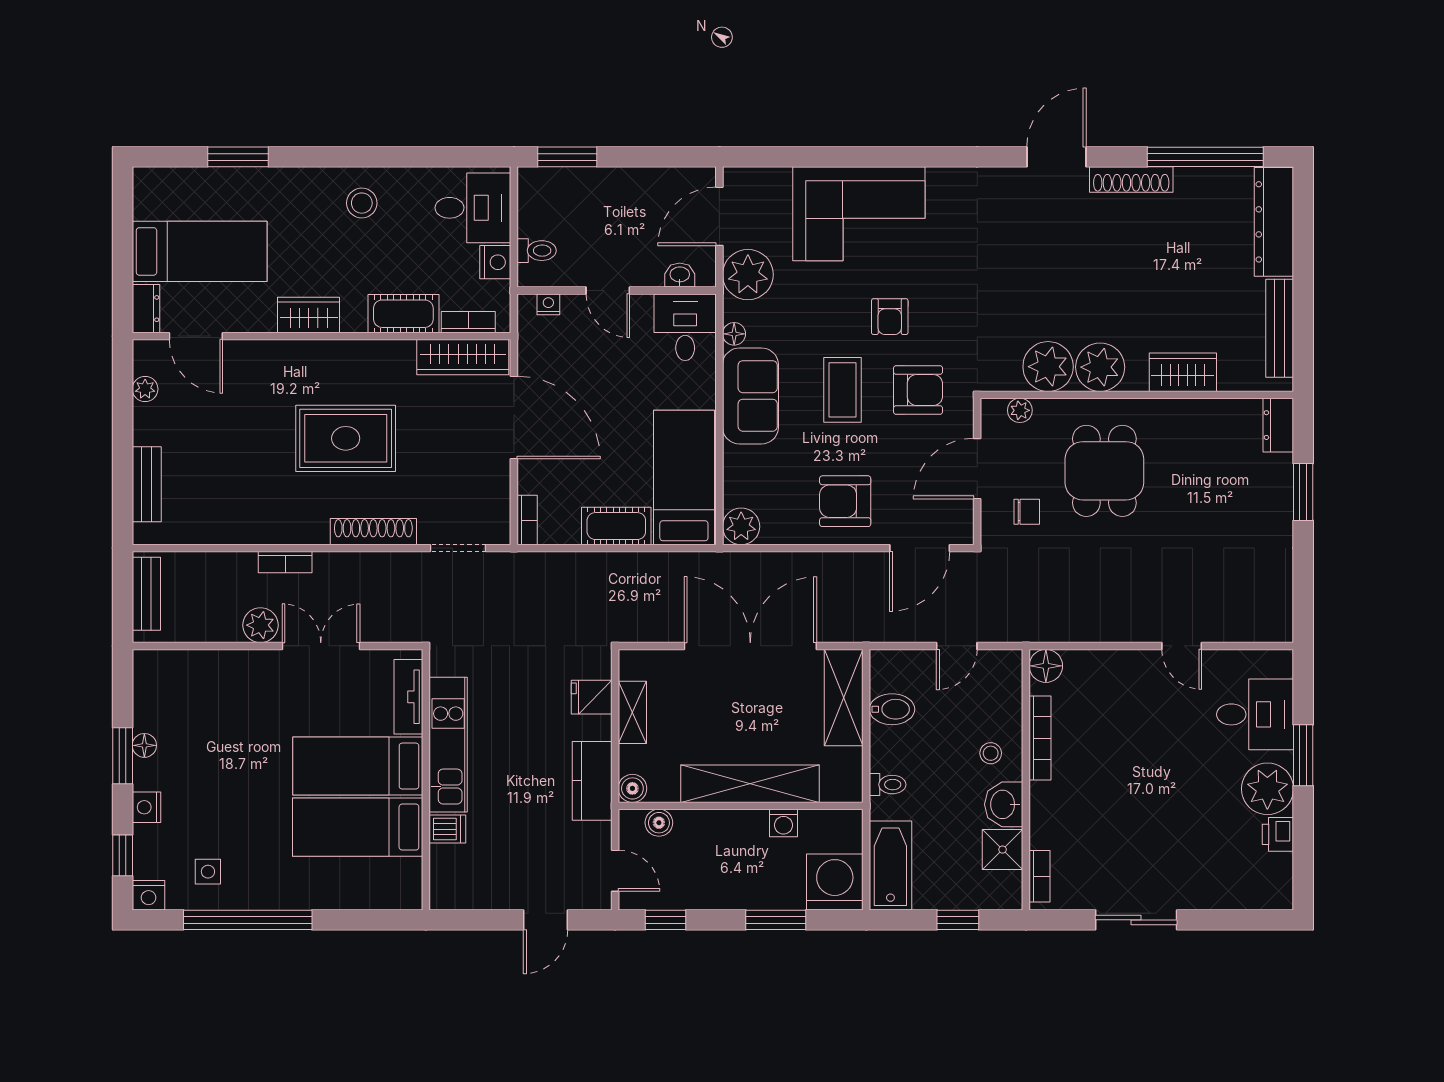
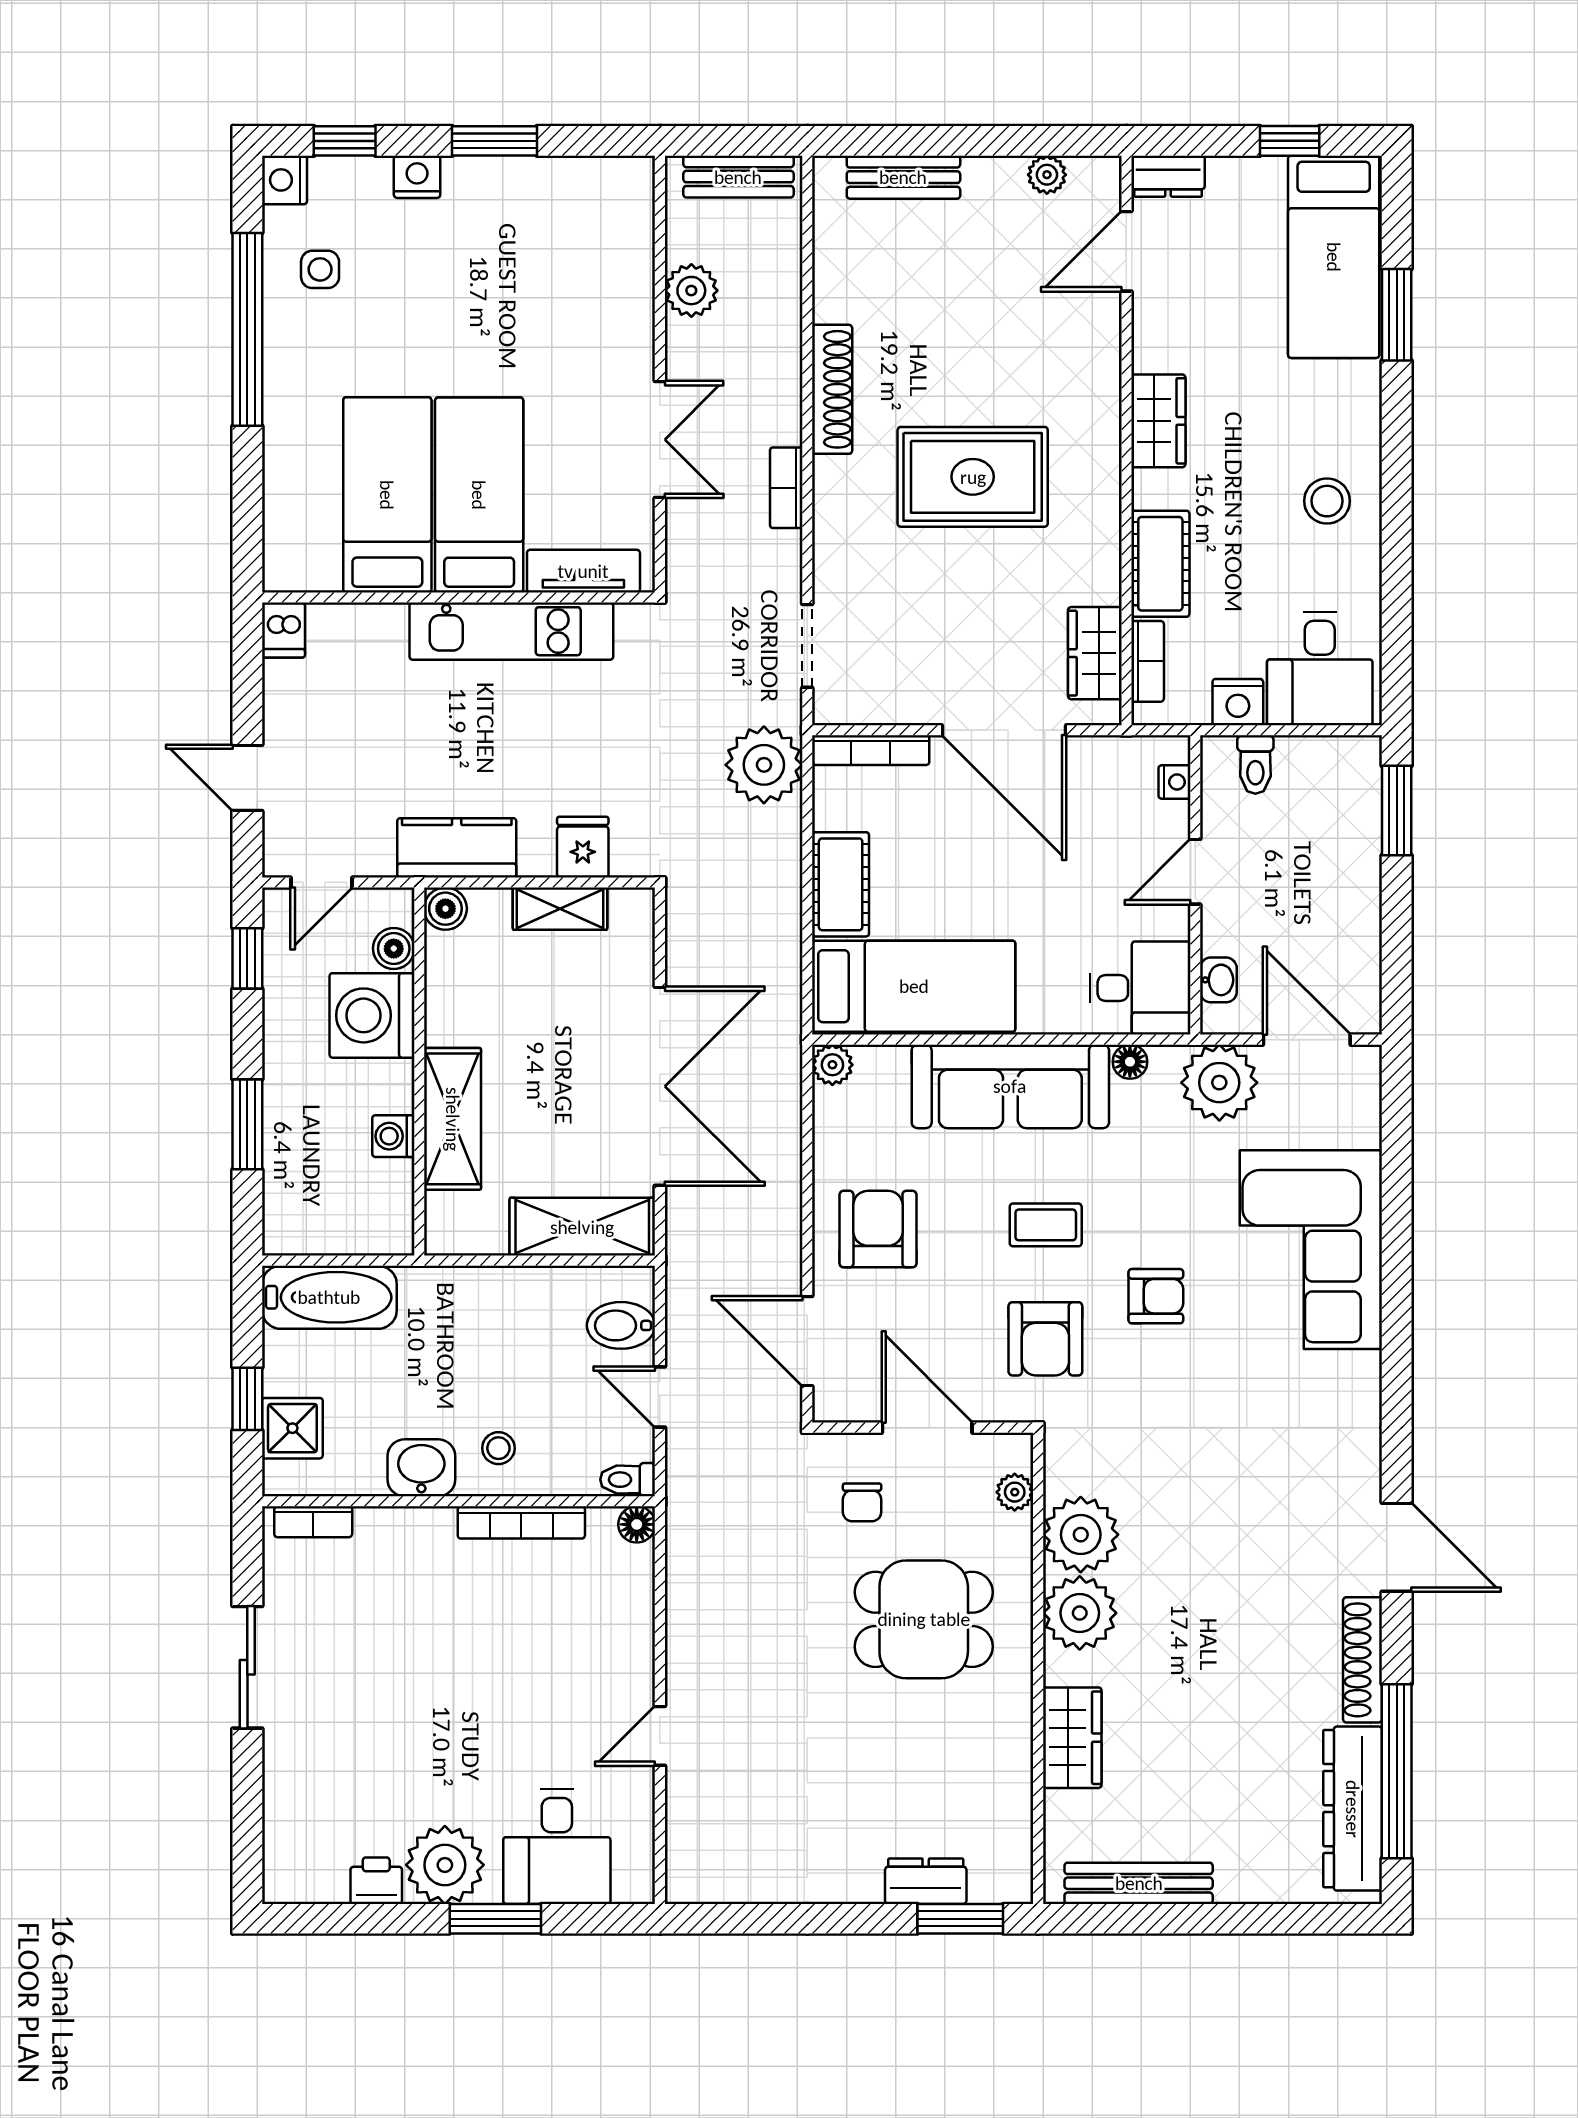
dresser: (1274, 222) -> (1353, 1809), moved, turned -90
window: (123, 228) -> (1290, 141), added
bed: (200, 251) -> (1334, 257), moved
armchair: (890, 317) -> (1156, 1296), turned 180
wardrobe: (463, 357) -> (1095, 653), width x0.67
coffee table: (842, 390) -> (1046, 1225), width x0.73, depth x0.77
sofa: (750, 396) -> (1010, 1086), width x1.36
door: (514, 418) -> (1004, 730), hinge flipped
dresser: (1278, 425) -> (926, 1881), moved
rug: (346, 438) -> (973, 477), turned 90
window: (1303, 492) -> (960, 1919), moved
bookcase: (527, 520) -> (871, 750), width x1.56
plant: (741, 526) -> (832, 1065), width x0.73, depth x0.73
shoe rack: (373, 532) -> (832, 389), moved
bookcase: (285, 562) -> (786, 488), moved
plant: (537, 577) -> (764, 765), added
plant: (260, 625) -> (691, 291), moved
floor lamp: (1046, 666) -> (637, 1524), width x0.73, depth x0.73
bidet: (892, 709) -> (621, 1325), moved, turned 90
floor lamp: (144, 745) -> (510, 174), removed
shelving: (750, 784) -> (453, 1119), width x0.68
toilet: (888, 785) -> (628, 1480), moved, turned 90
dishwasher: (447, 829) -> (283, 630), moved
shower: (1003, 850) -> (292, 1428), moved
washing machine: (835, 882) -> (372, 1015), moved, turned 180

